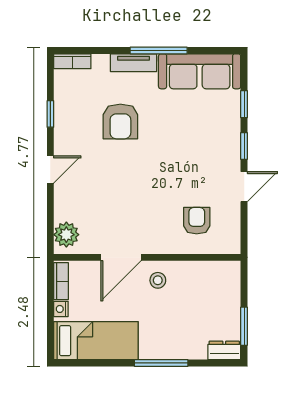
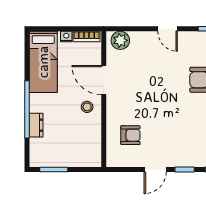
door: (244, 187) -> (155, 170), hinge flipped
dresser: (224, 350) -> (36, 125), moved
window: (161, 363) -> (27, 109), width x1.46

